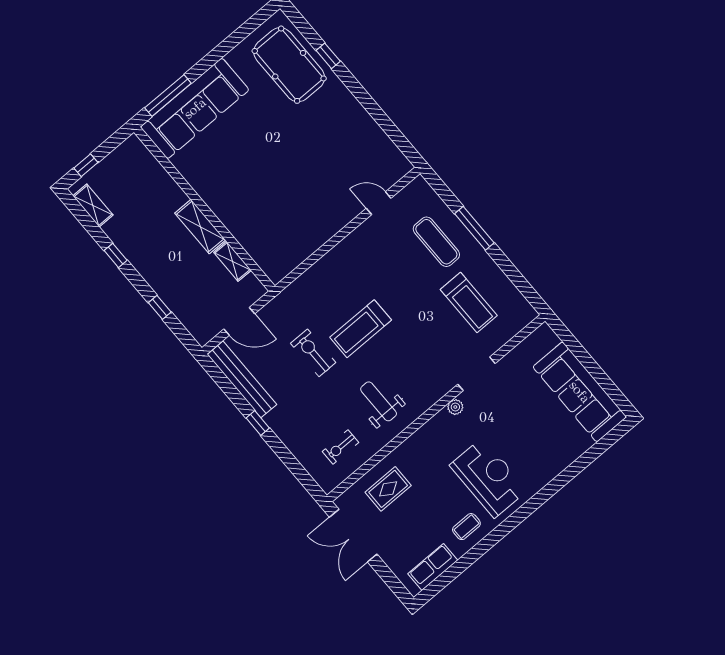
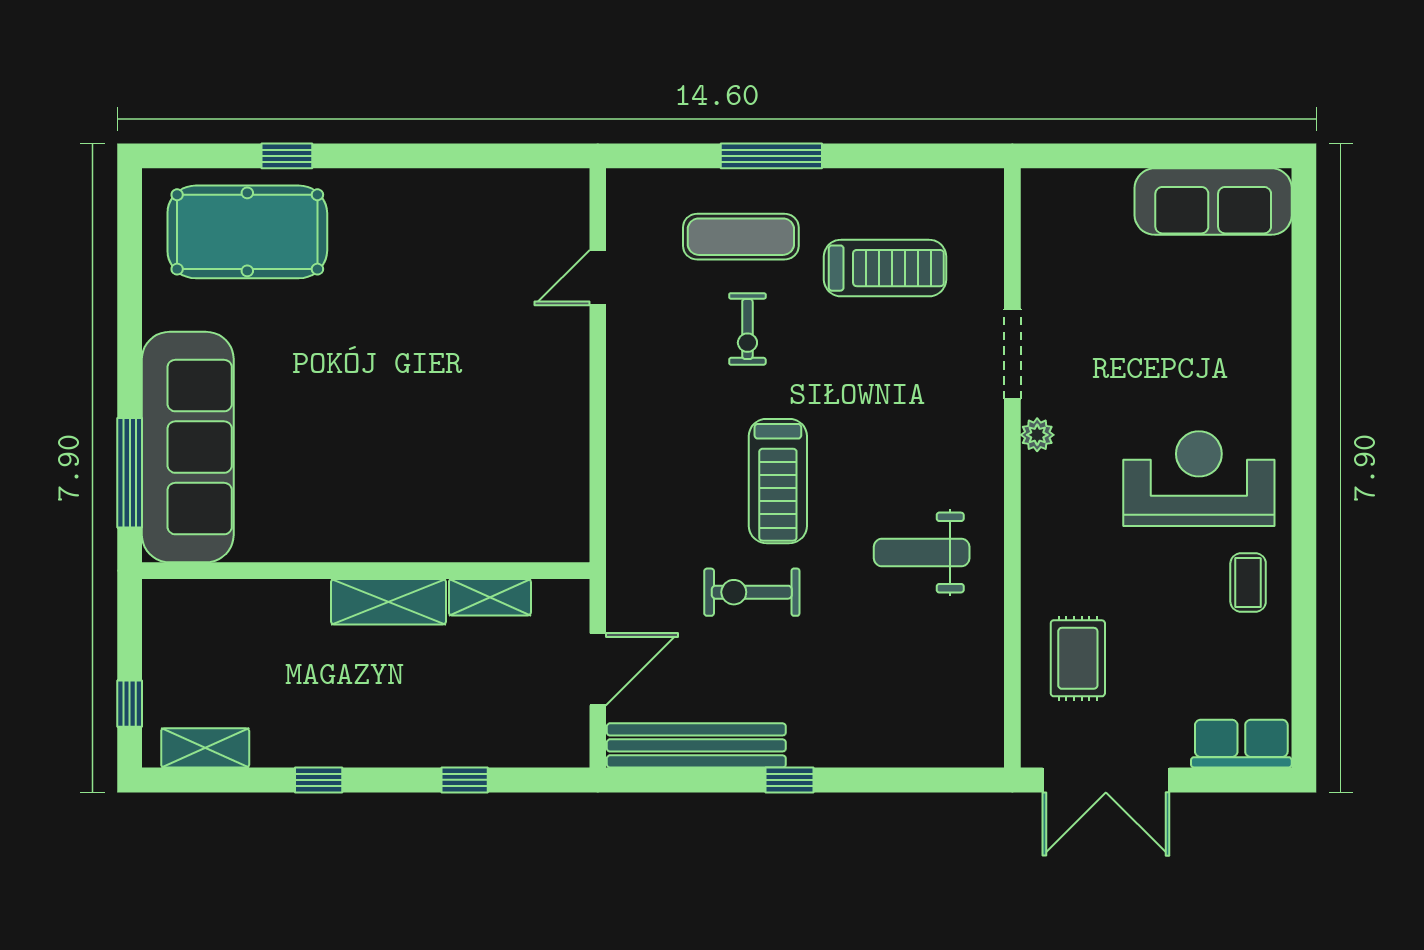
sofa: (580, 392) -> (1213, 202), width x0.74, depth x0.79
exercise bike: (341, 447) -> (747, 329), moved
row of seats: (433, 567) -> (1241, 744), moved, turned 90

